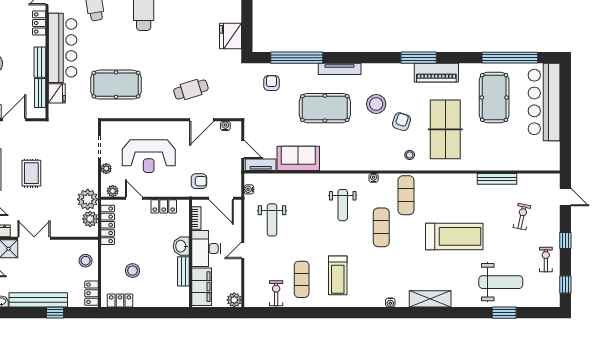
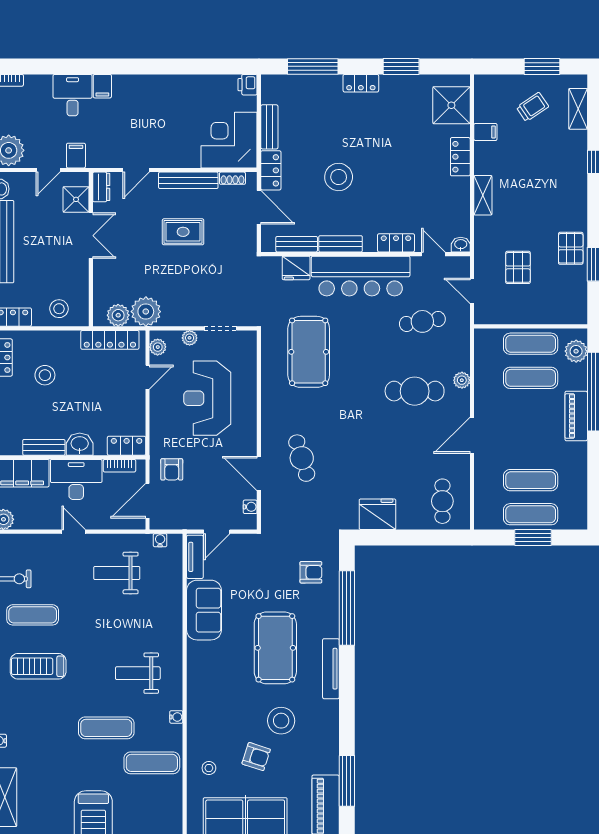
locker: (164, 206) -> (127, 446), moved, turned 90

